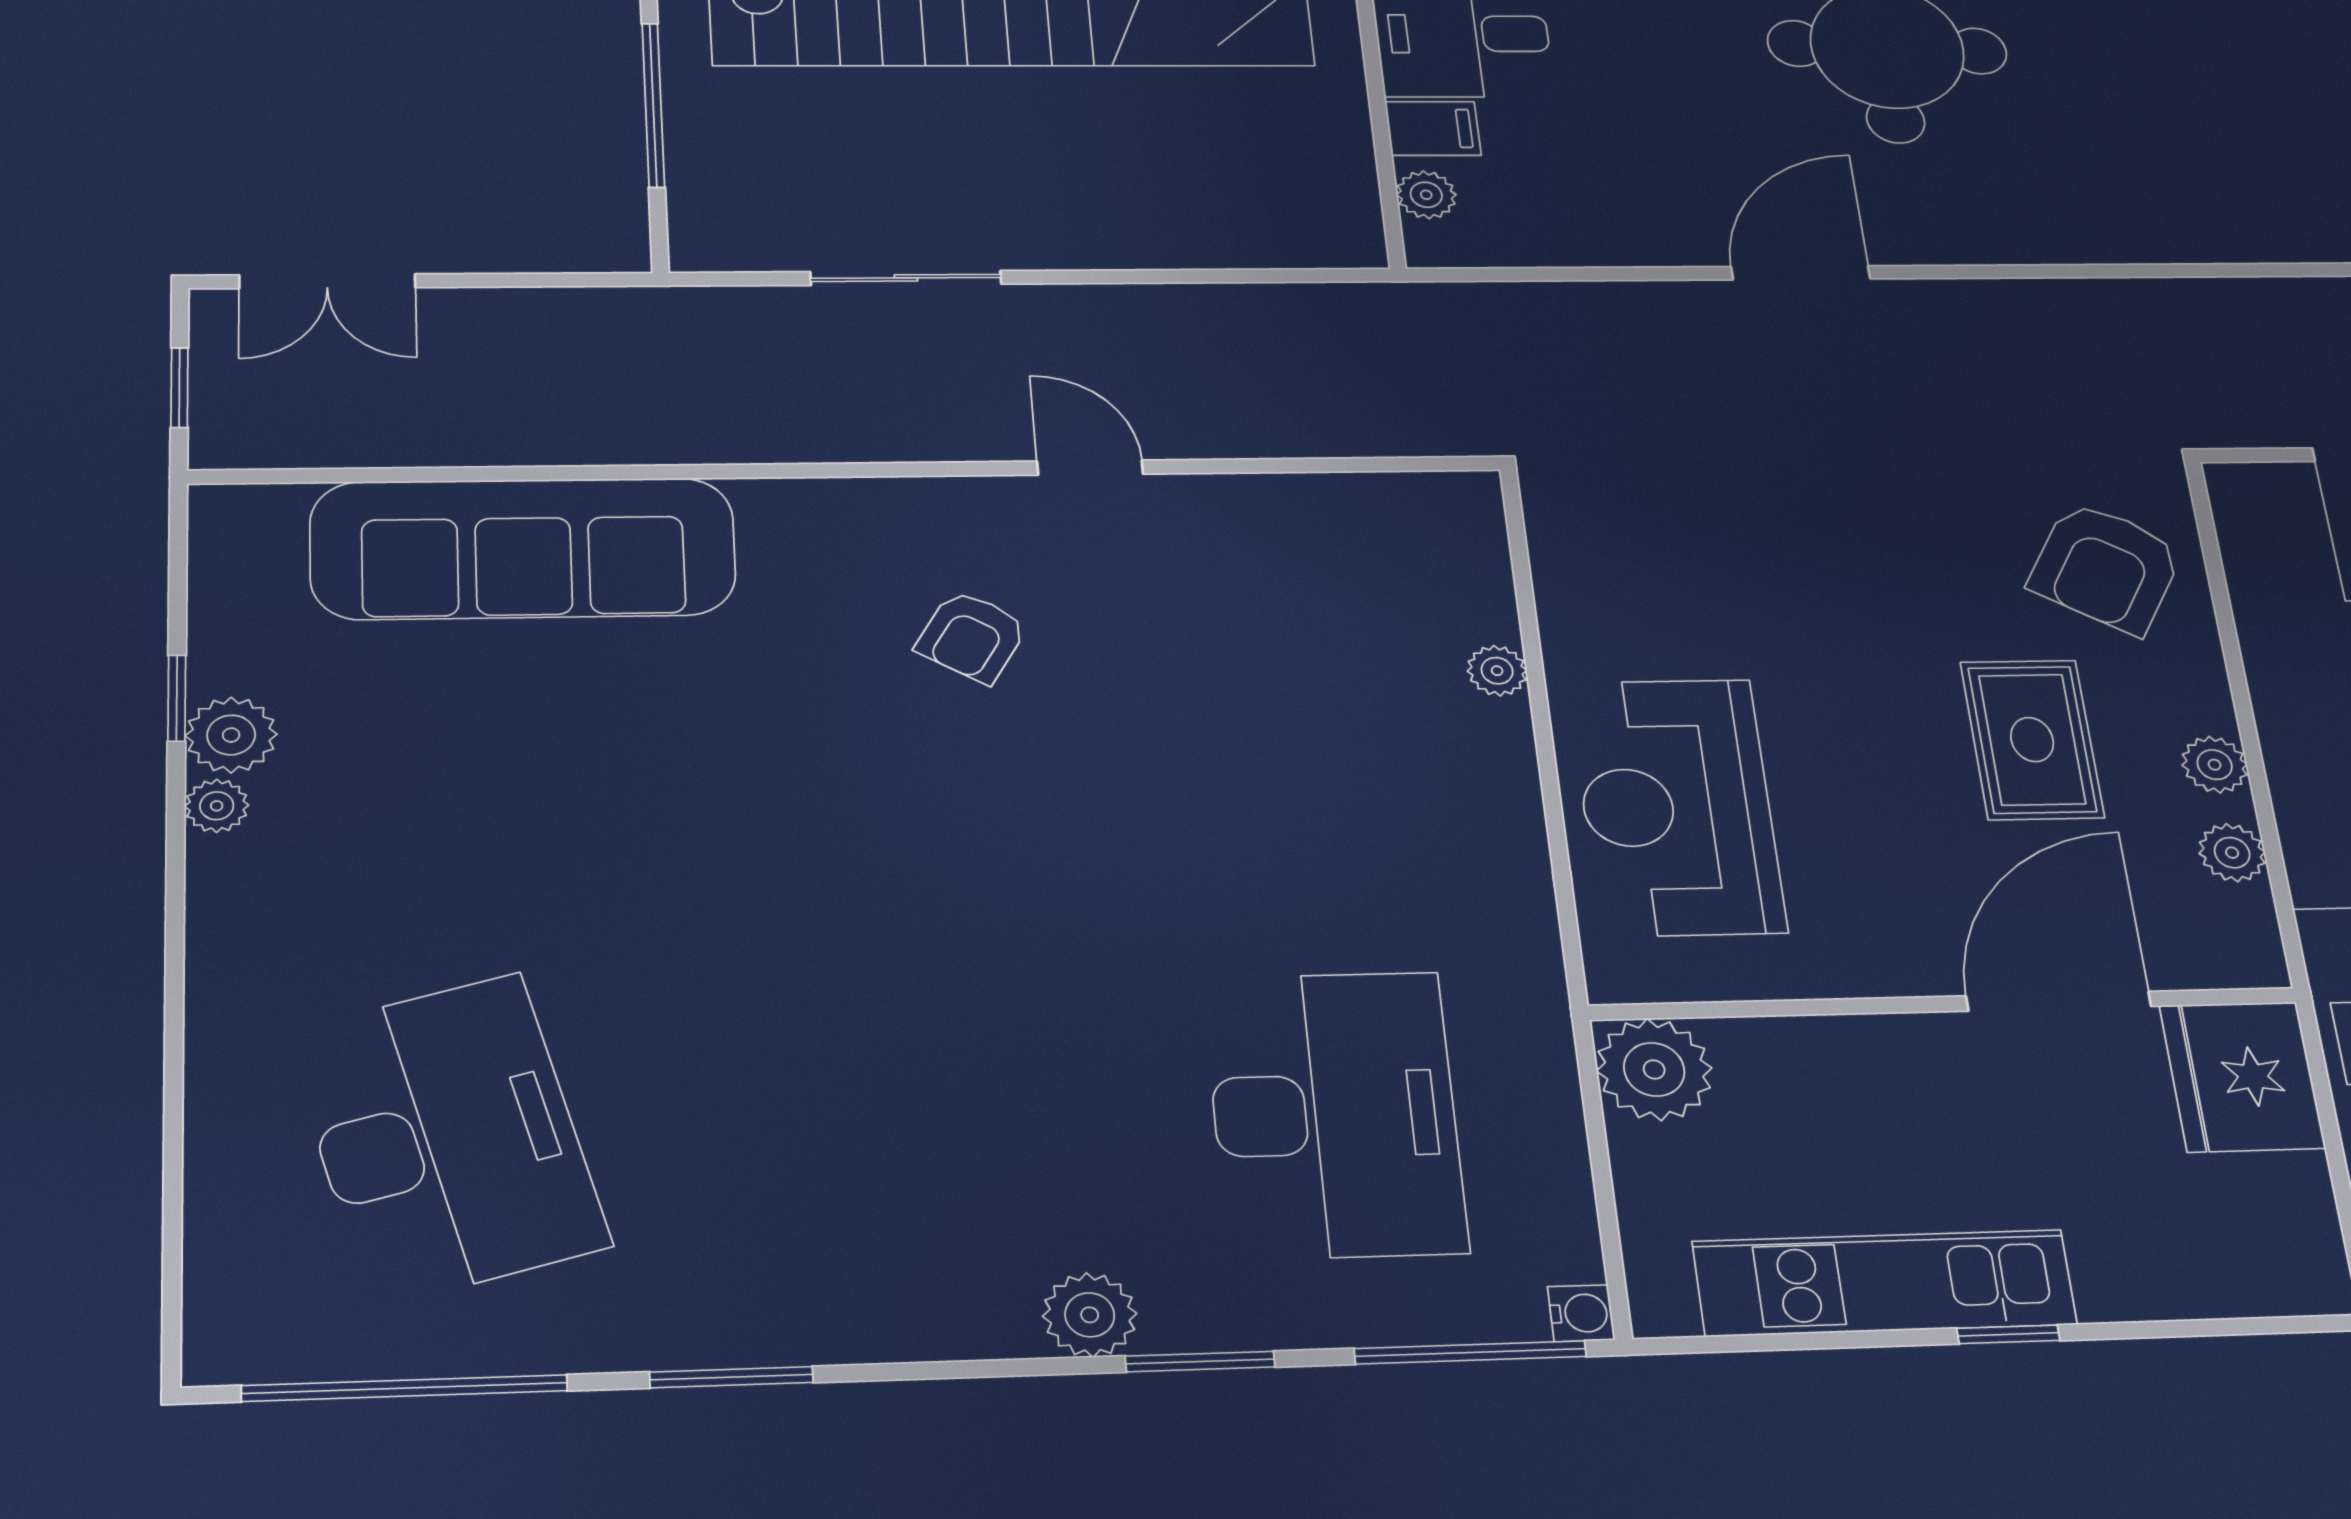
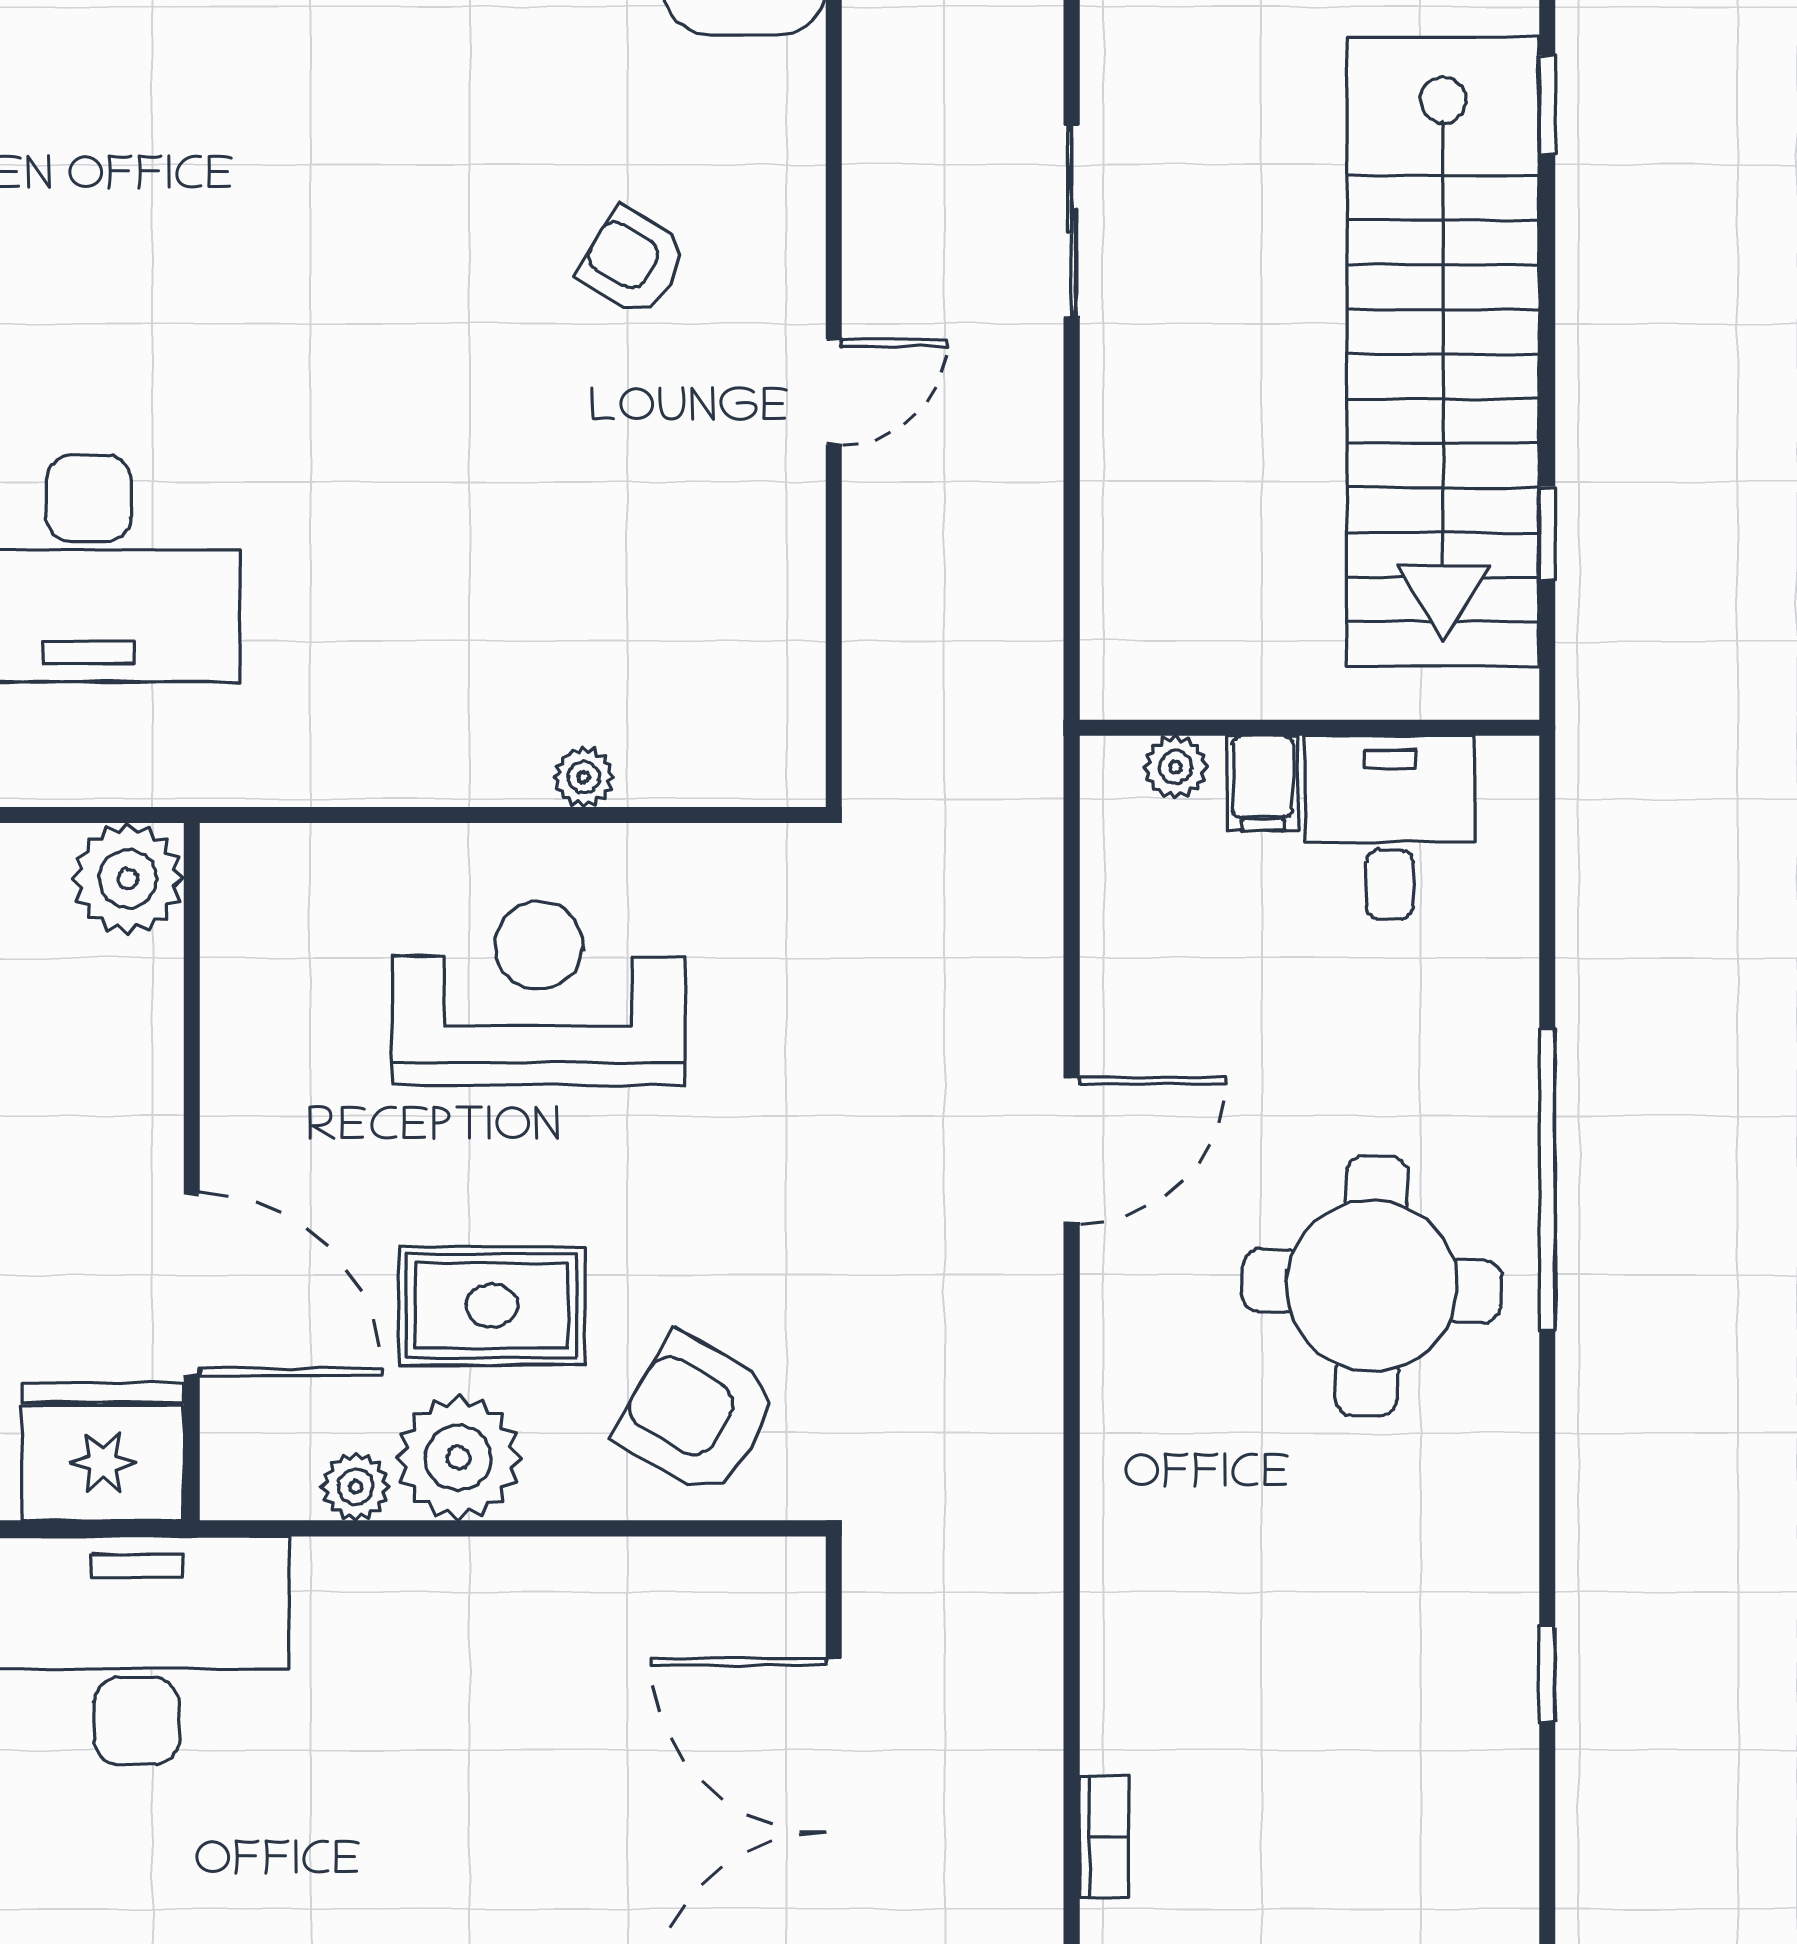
door: (1801, 273) -> (1072, 1150), hinge flipped
plant: (2215, 765) -> (458, 1458), width x1.88, depth x1.88
reception desk: (1677, 807) -> (539, 993), moved

